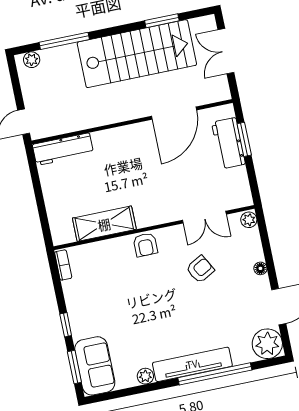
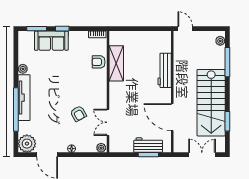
workbench: (63, 149) -> (165, 70), moved
armchair: (145, 245) -> (99, 62), moved
sofa: (95, 366) -> (51, 41), moved

